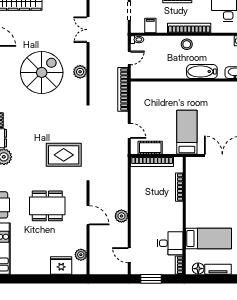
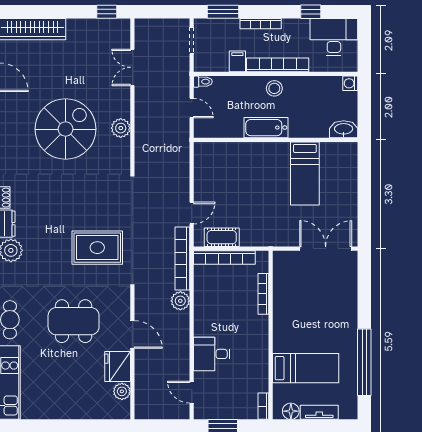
filing cabinet: (150, 26) -> (237, 61), moved
door: (129, 58) -> (192, 108), hinge flipped
bathtub: (202, 71) -> (266, 128), moved
bookcase: (123, 89) -> (182, 258), moved
door: (129, 131) -> (192, 213), hinge flipped
bed: (187, 132) -> (305, 174), moved, turned 180
plant: (121, 216) -> (180, 301), moved
desk: (170, 243) -> (212, 354), moved, turned 180
fridge: (61, 265) -> (118, 366), moved, turned -90

